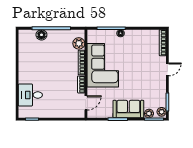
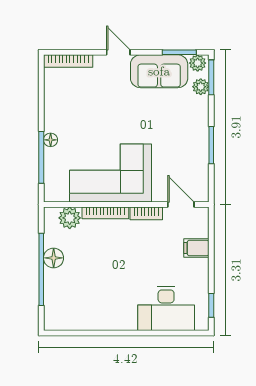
floor lamp: (41, 35) -> (54, 258), moved
desk: (30, 95) -> (166, 308), width x1.37
sofa: (128, 109) -> (159, 71), moved, turned -90
filing cabinet: (63, 111) -> (196, 248), added

